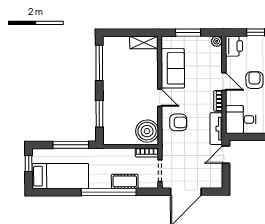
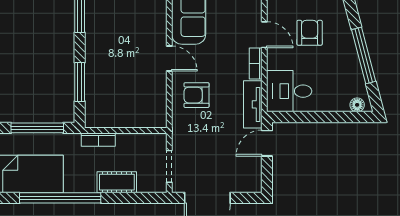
armchair: (178, 122) -> (197, 95), turned 180
boiler: (147, 131) -> (150, 108), removed
bookcase: (147, 153) -> (98, 140), moved
window: (109, 192) -> (60, 198), moved

